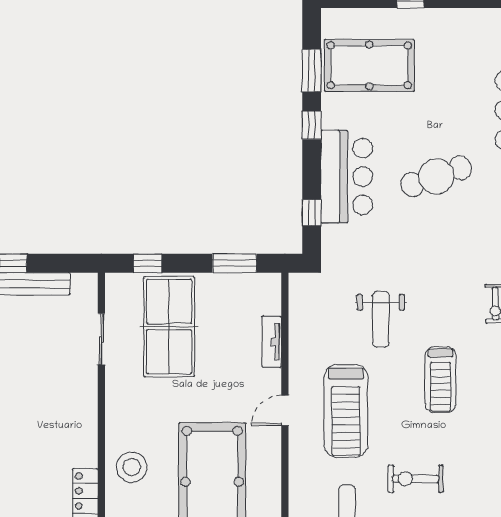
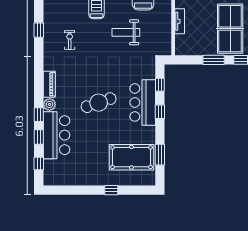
window: (312, 125) -> (160, 112), moved
window: (235, 263) -> (214, 60), moved
weight bench: (381, 319) -> (126, 32), turned -90

